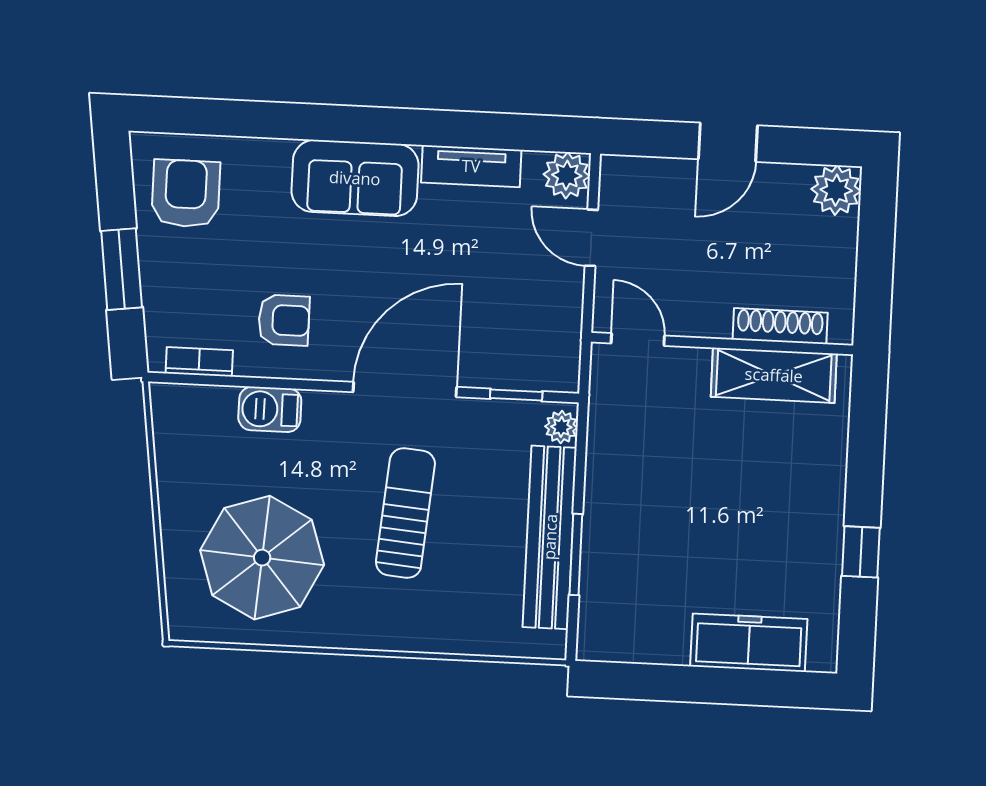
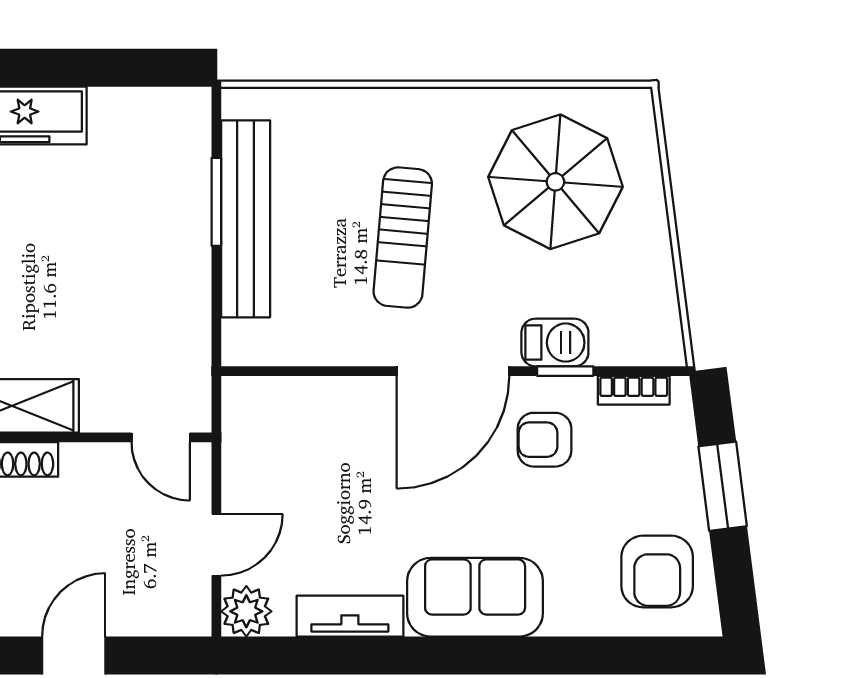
door: (591, 238) -> (216, 545), hinge flipped
door: (405, 389) -> (453, 371), moved
window: (516, 395) -> (565, 371), moved
plant: (561, 427) -> (239, 339), removed

